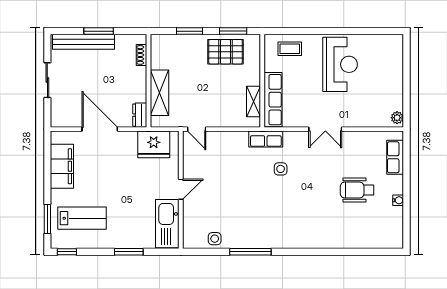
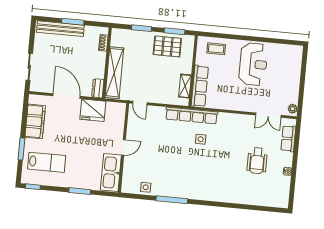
sliding door: (47, 80) -> (29, 67), moved
shelving: (160, 93) -> (114, 73), width x1.47
double door: (325, 129) -> (268, 115), moved
row of seats: (266, 139) -> (192, 115), width x2.02
fridge: (154, 144) -> (93, 110), moved
wheelchair: (357, 190) -> (257, 161), turned -90
window: (47, 219) -> (21, 149), moved

